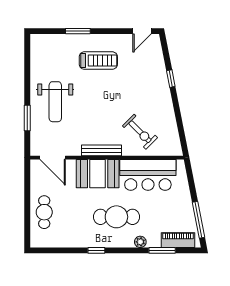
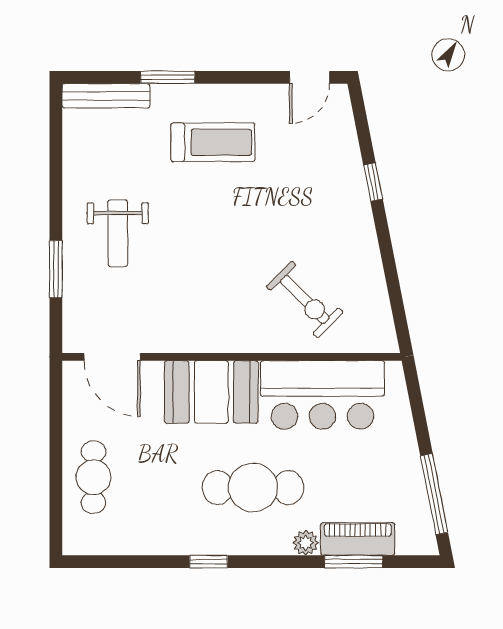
weight bench: (55, 102) -> (118, 233), width x0.73, depth x0.75
bench: (102, 150) -> (106, 96), moved
piano: (178, 240) -> (358, 539), moved

